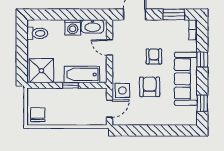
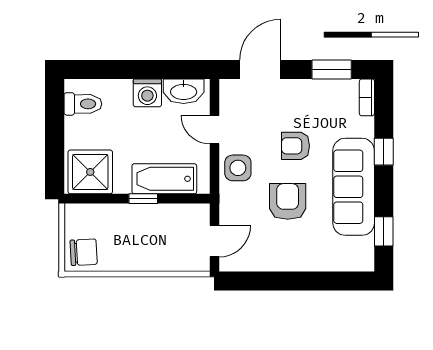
armchair: (154, 56) -> (295, 146), turned -90
side table: (122, 91) -> (238, 168), moved
chair: (38, 115) -> (84, 252), turned 87

